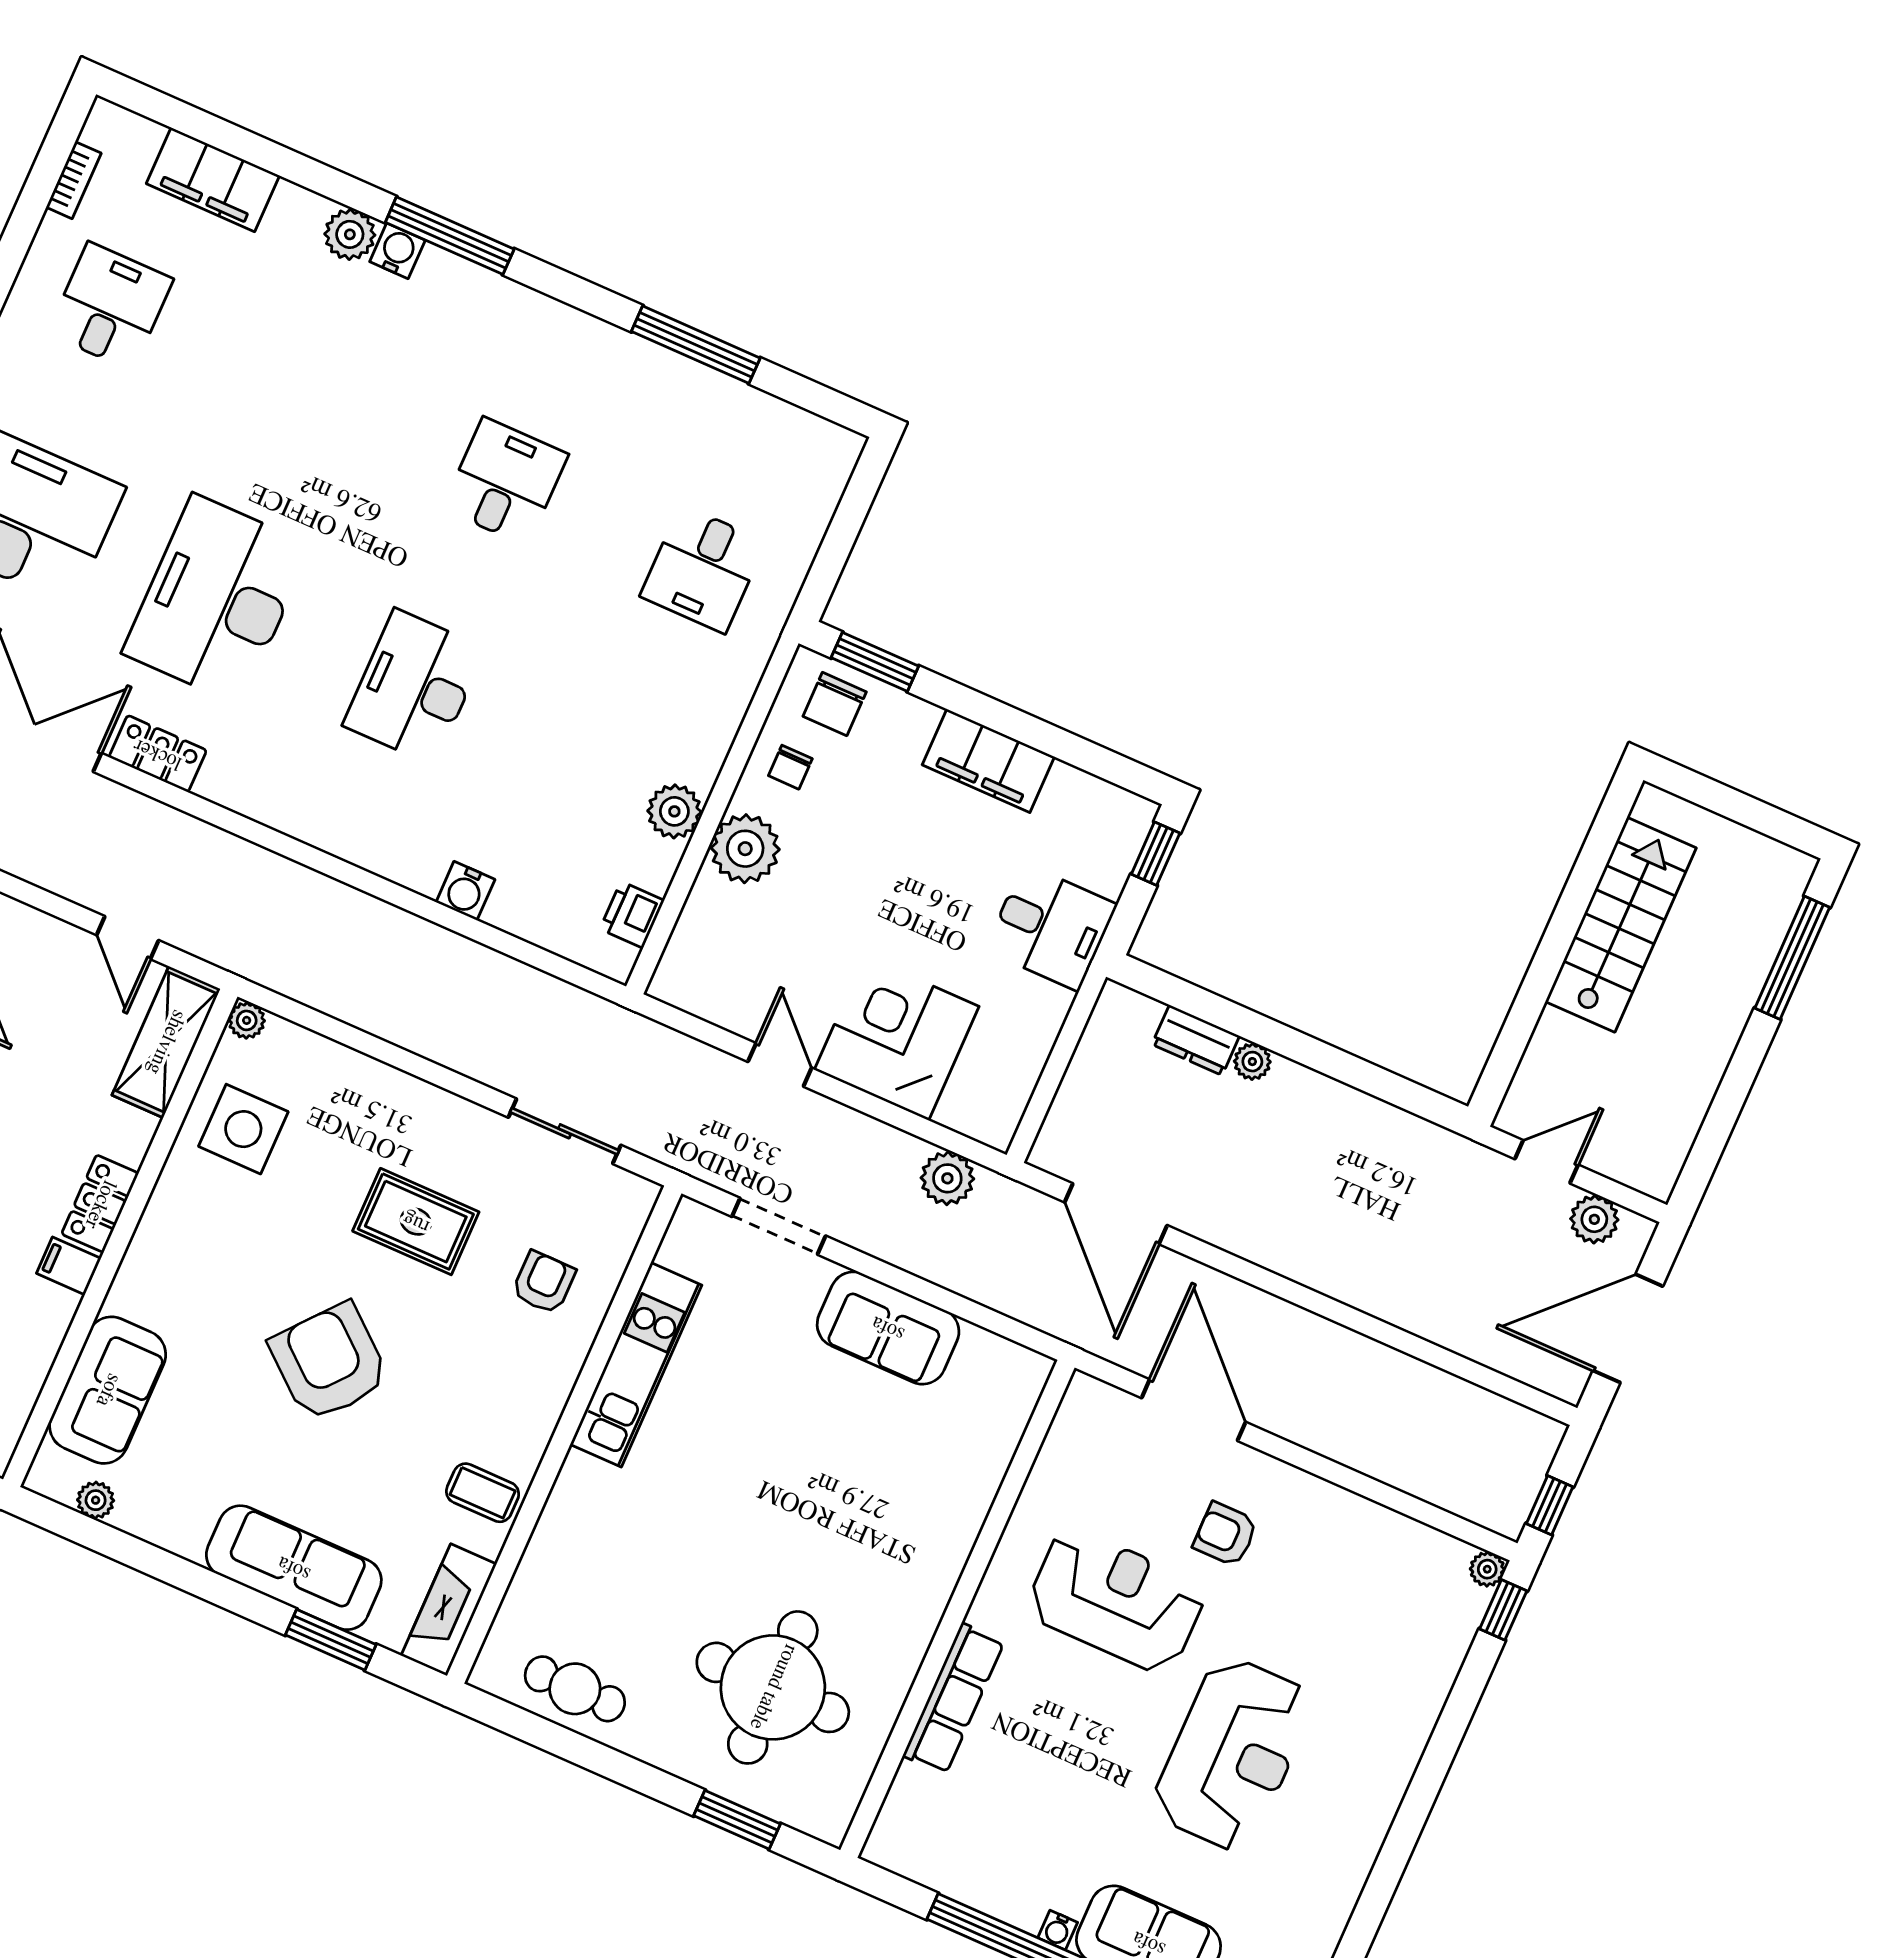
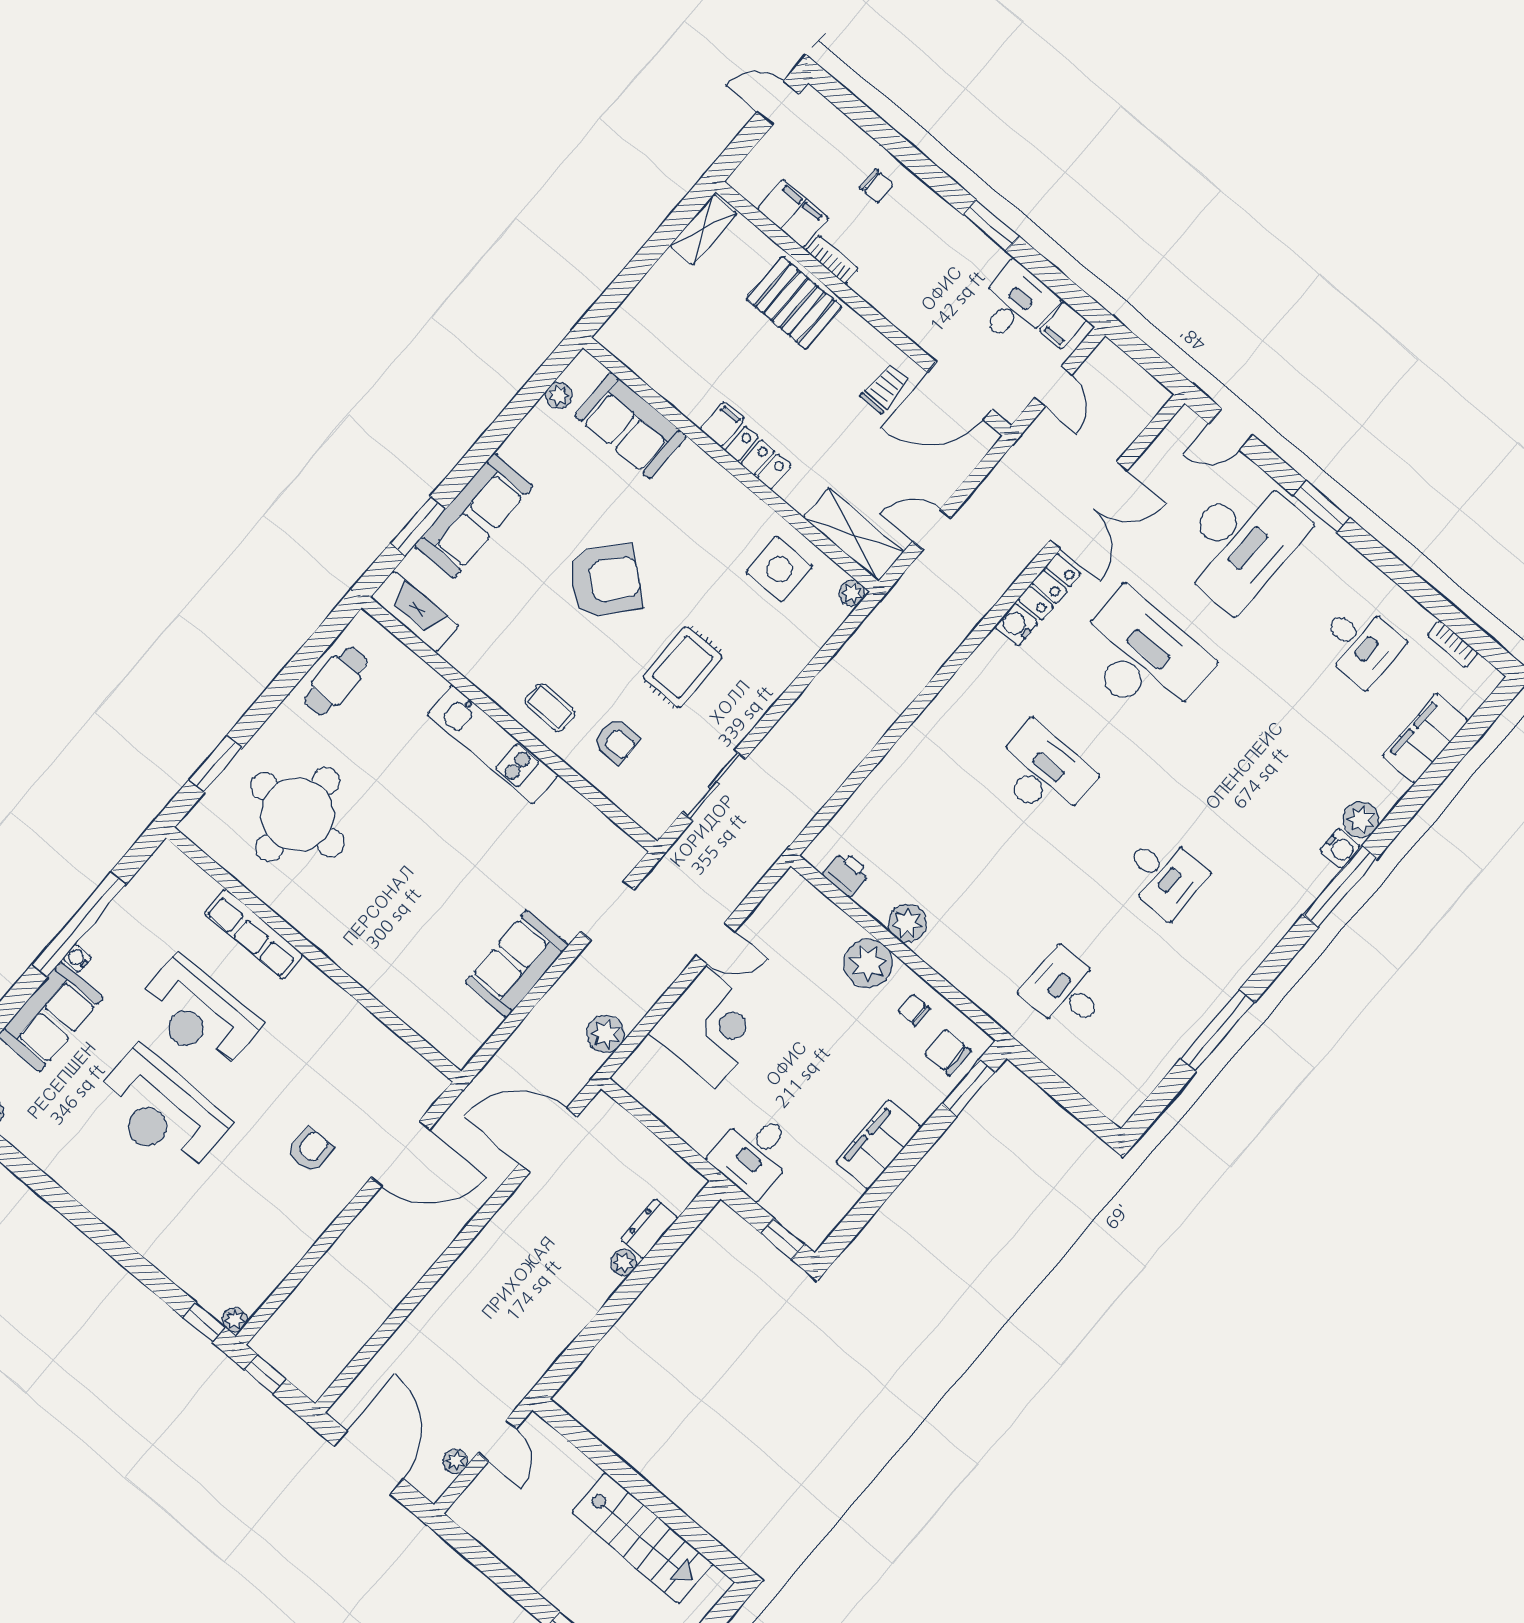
water cooler: (465, 891) -> (1016, 625), moved
plant: (1594, 1219) -> (455, 1461), width x0.73, depth x0.73
kitchen unit: (636, 1365) -> (493, 745), moved
coffee table: (483, 1493) -> (550, 707), moved, turned 90
reception desk: (1116, 1600) -> (198, 1014), moved, turned 90

